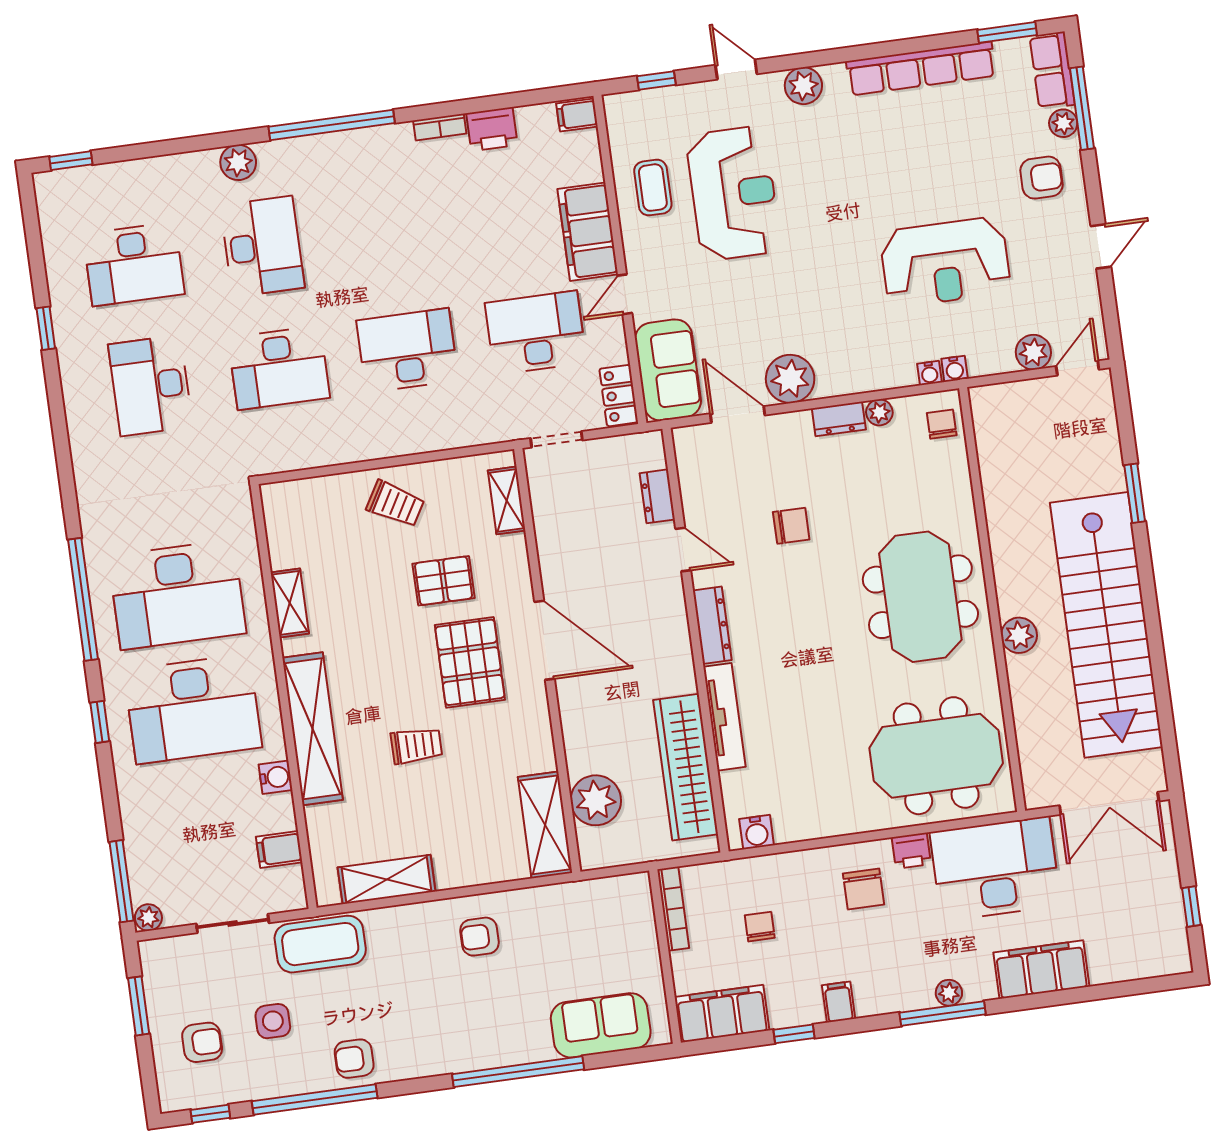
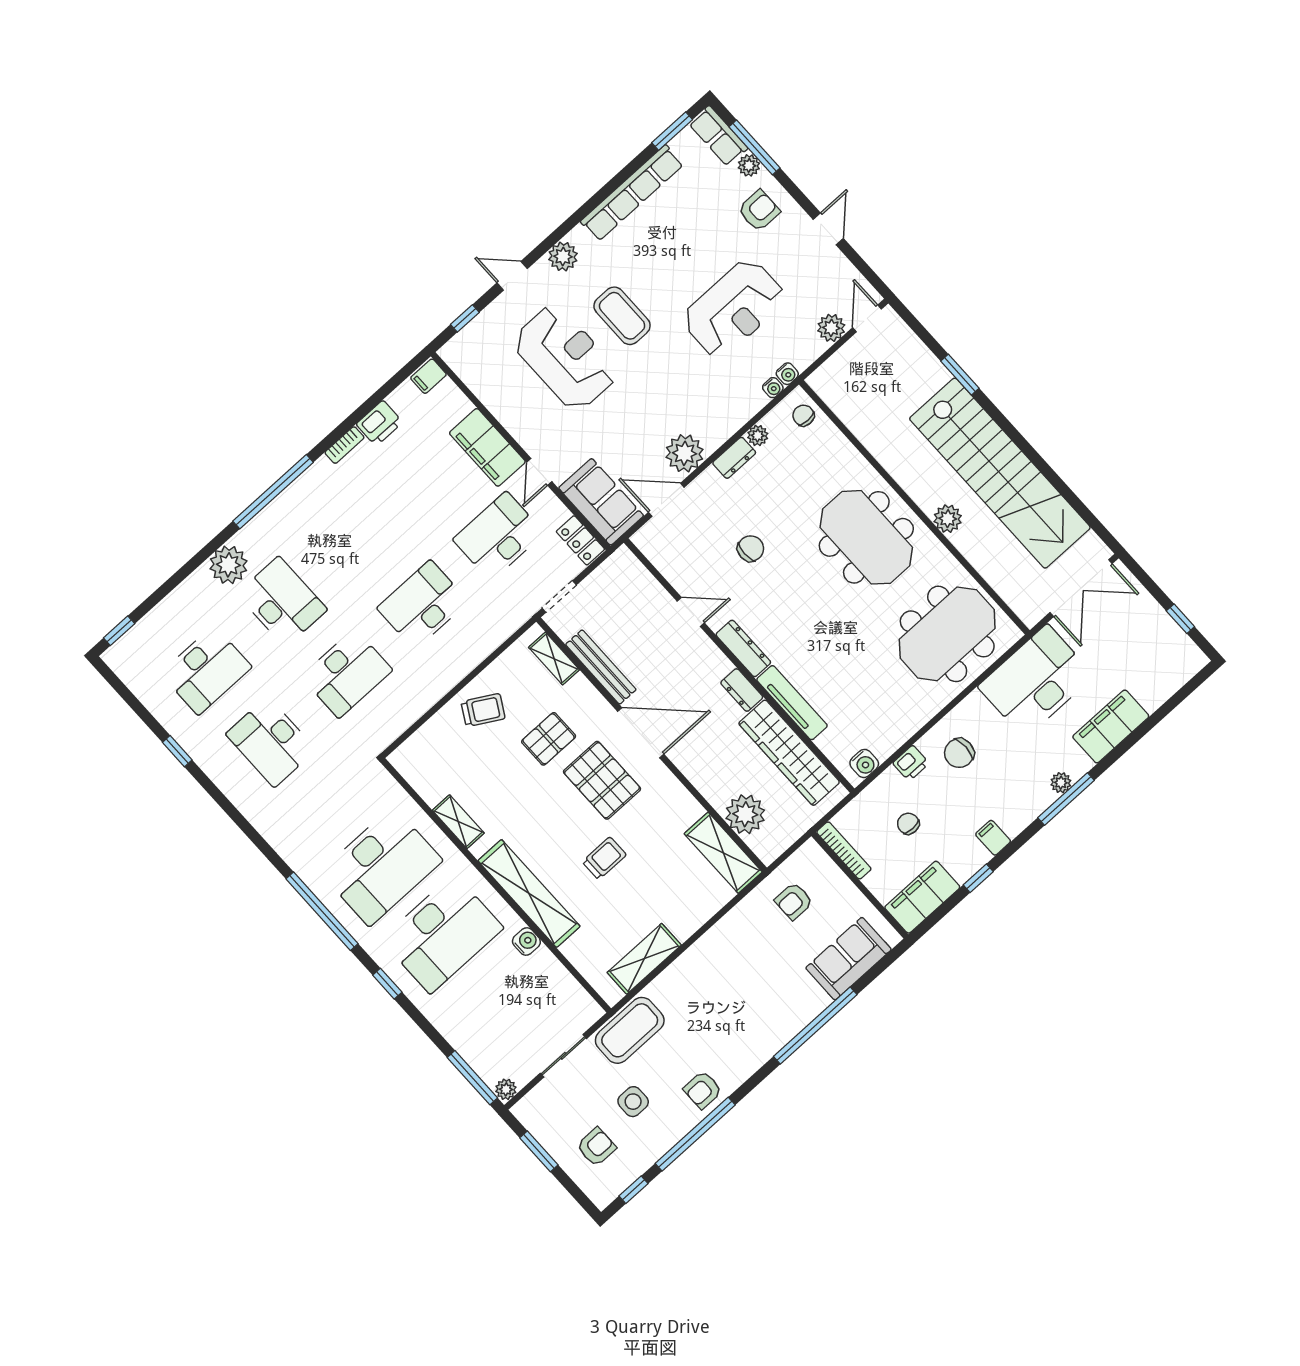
plant: (238, 162) -> (229, 565), width x1.36, depth x1.36
coffee table: (653, 188) -> (622, 316), moved, width x1.36, depth x1.30
dresser: (657, 496) -> (742, 690), moved
bench: (550, 543) -> (601, 667), added
filing cabinet: (279, 850) -> (561, 987), removed
printer: (911, 851) -> (911, 763), moved
chair: (864, 889) -> (959, 753), turned 90
armchair: (479, 937) -> (794, 901), moved

